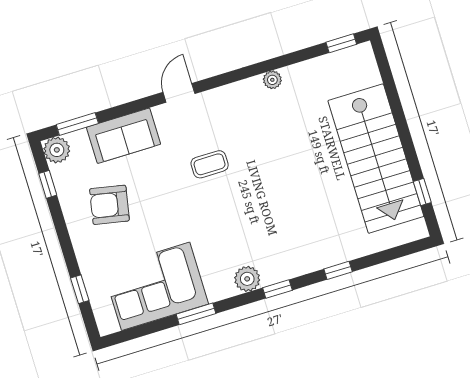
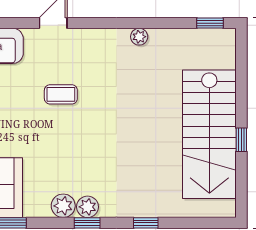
window: (422, 192) -> (241, 140), moved
plant: (273, 272) -> (88, 207), added

